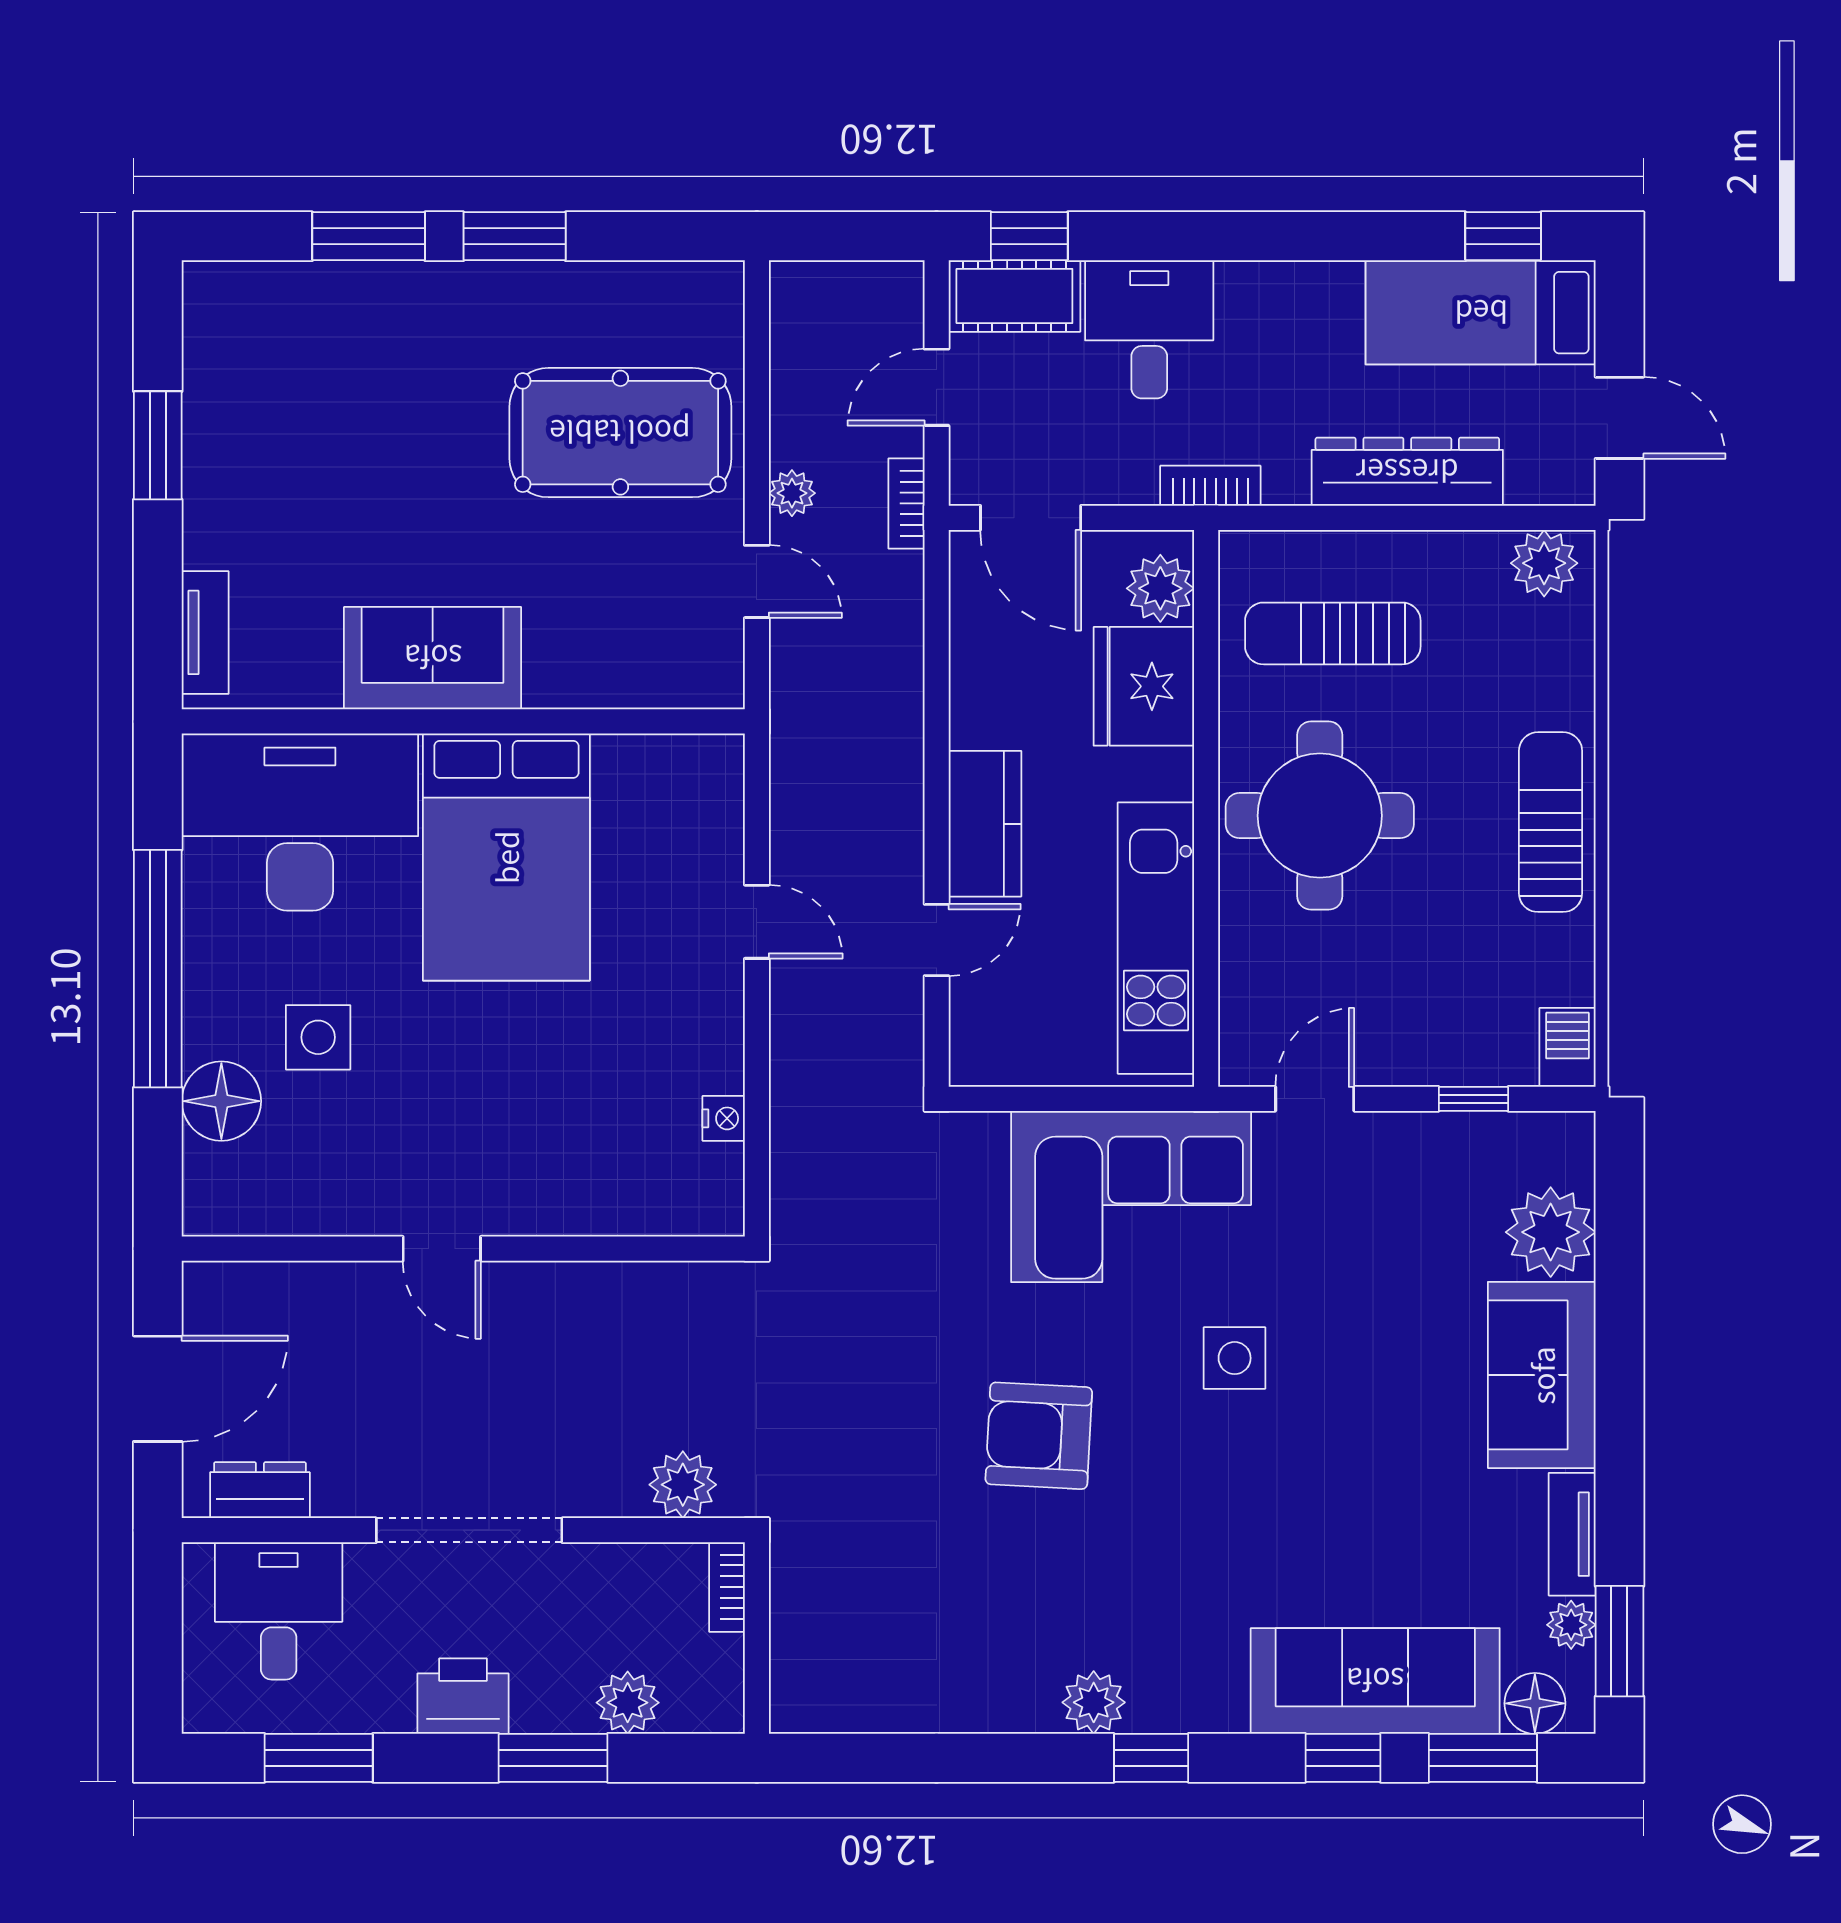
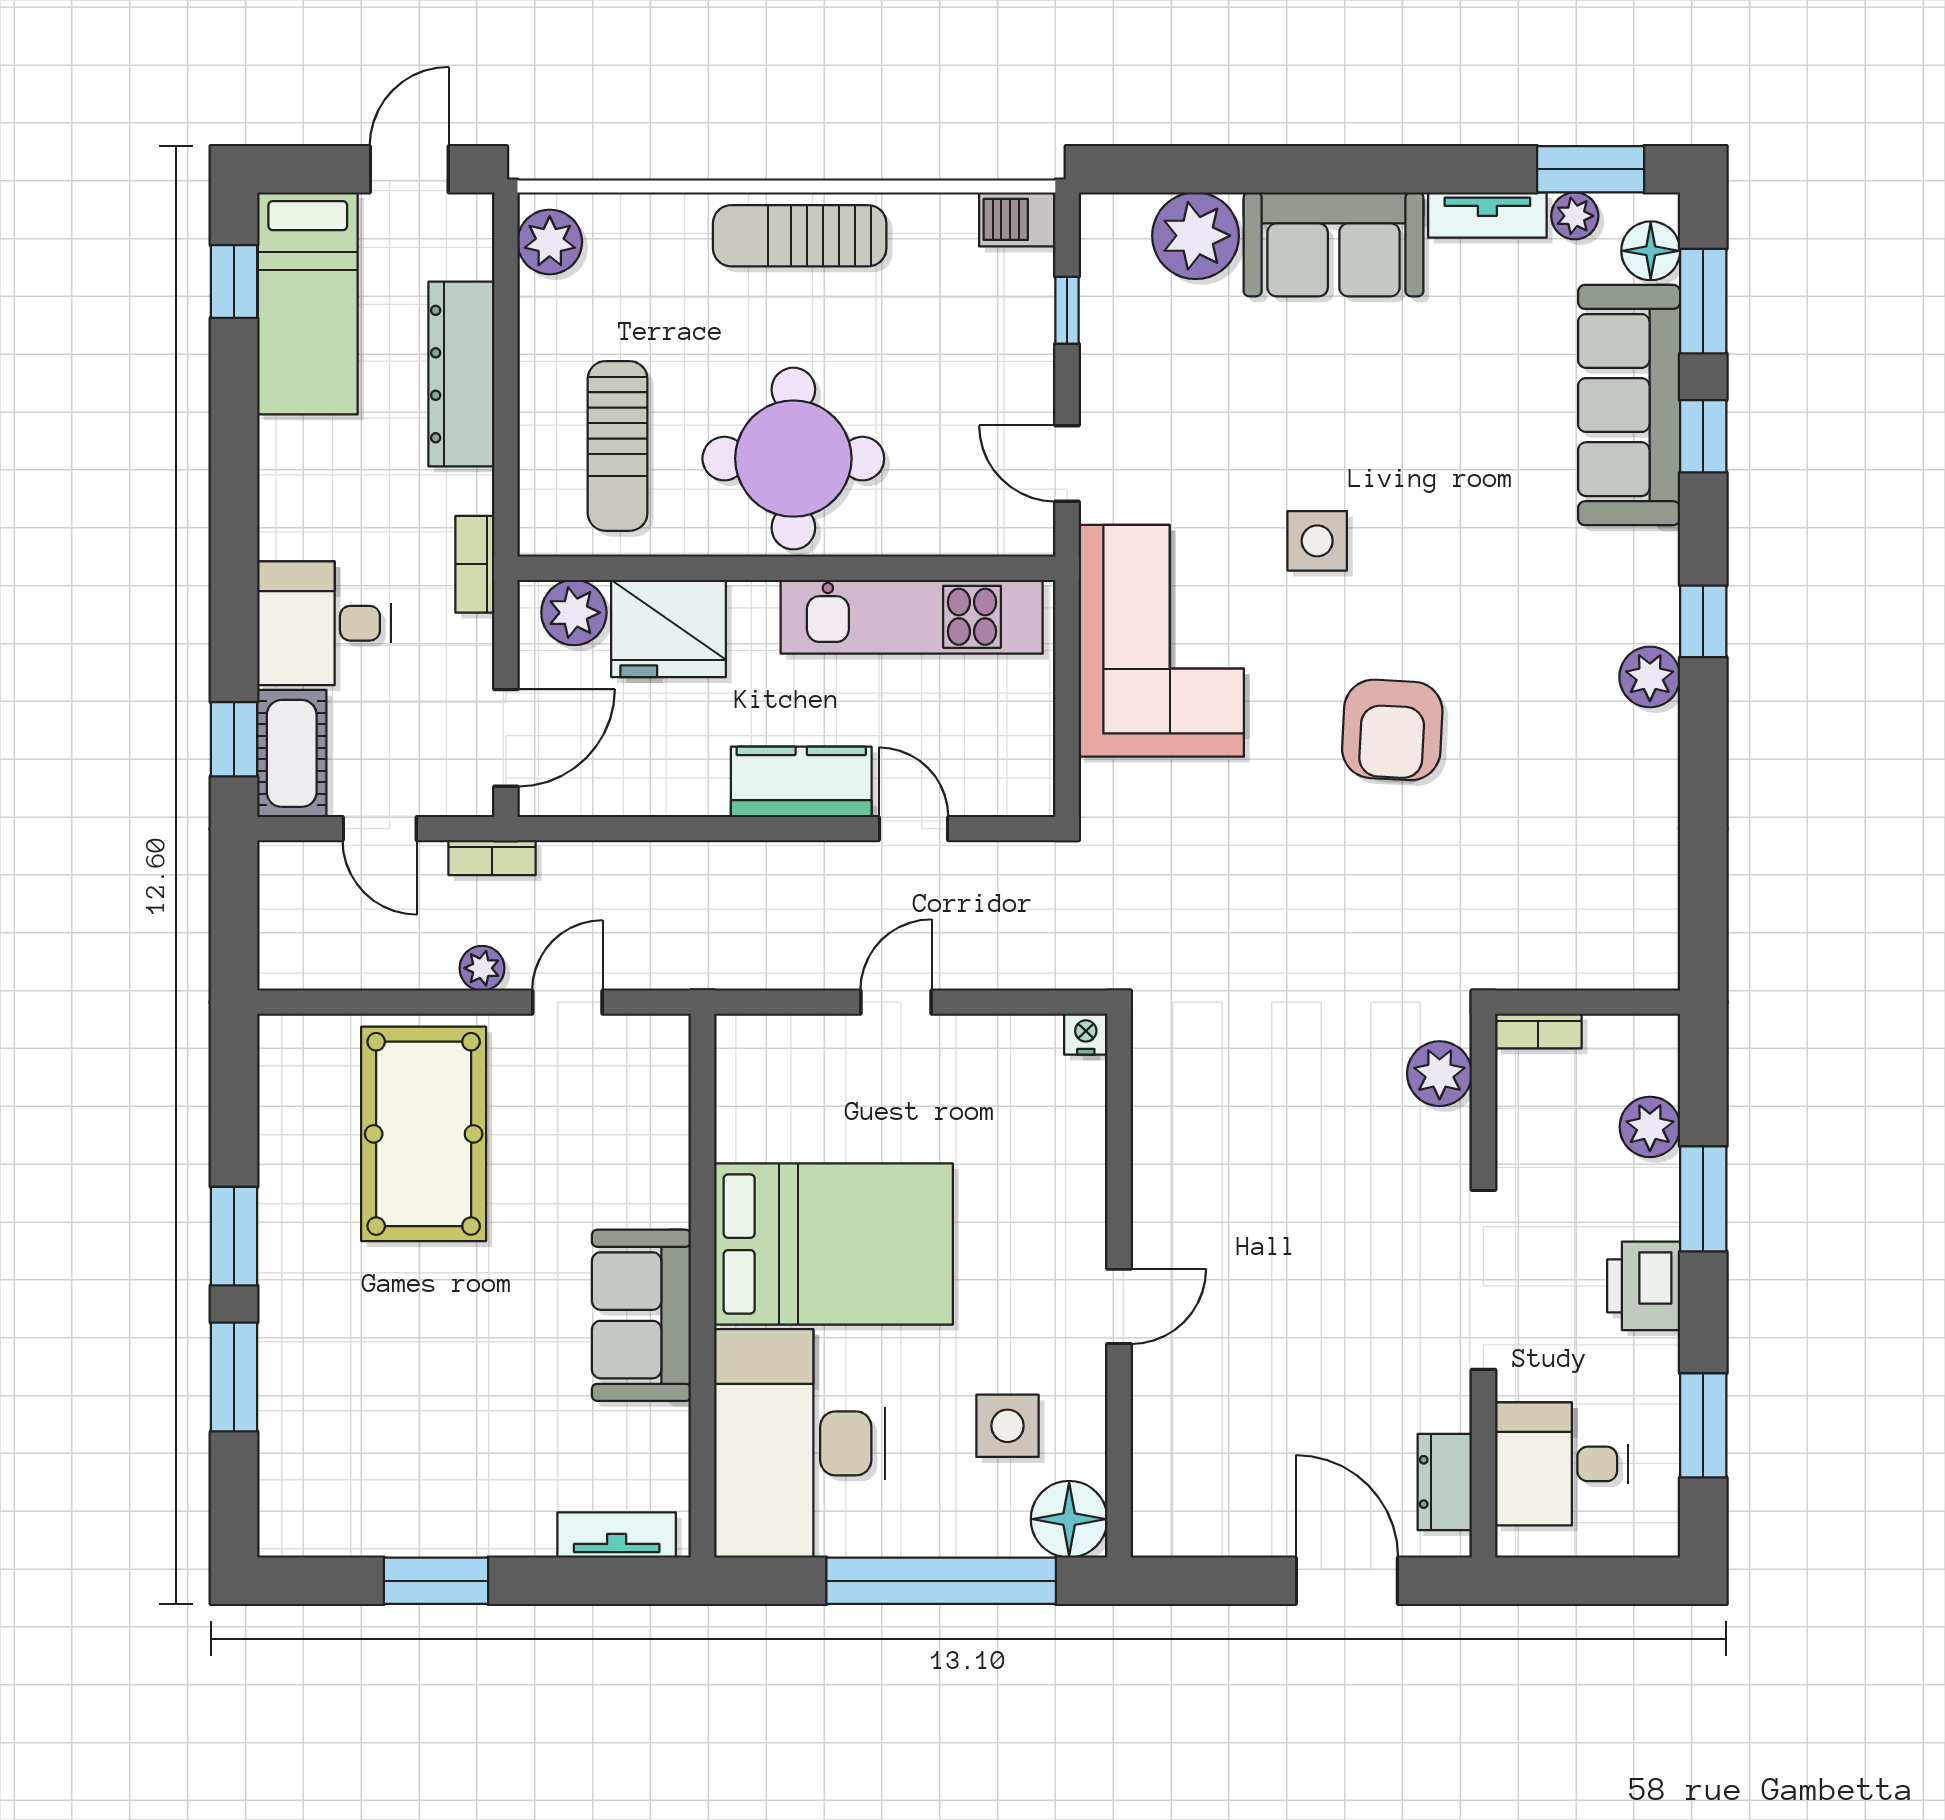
door: (442, 1249) -> (1119, 1306), moved
wall: (463, 1249) -> (1119, 1286), moved

